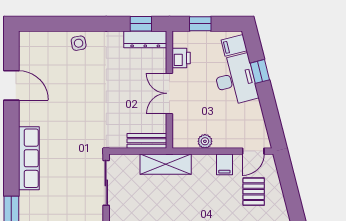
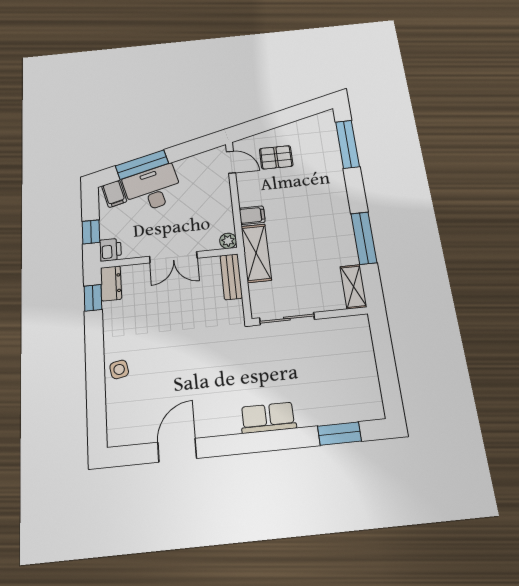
dresser: (145, 39) -> (111, 283), width x0.70
printer: (181, 58) -> (110, 250), moved, turned 90
window: (260, 71) -> (142, 165), width x2.17
plant: (205, 141) -> (228, 241), moved
row of seats: (29, 158) -> (268, 418), width x0.68
filing cabinet: (224, 164) -> (252, 215), moved

